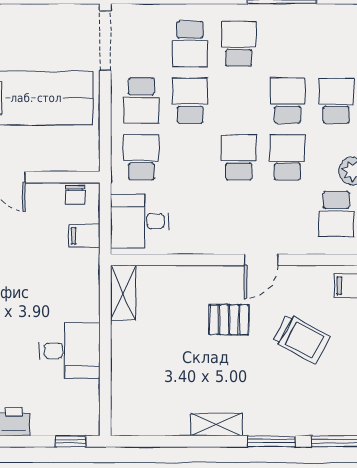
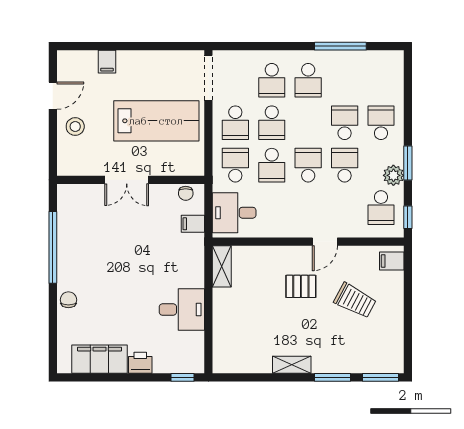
school desk: (239, 44) -> (308, 80), turned 180
school desk: (190, 101) -> (272, 123), turned 180
school desk: (190, 157) -> (272, 165), added

